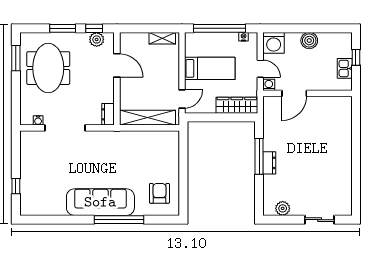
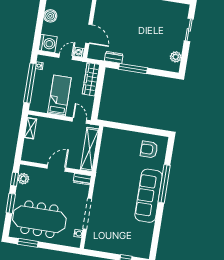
door: (117, 65) -> (56, 168), moved
meeting table: (48, 68) -> (39, 219), width x1.36
dresser: (269, 163) -> (114, 57), moved

